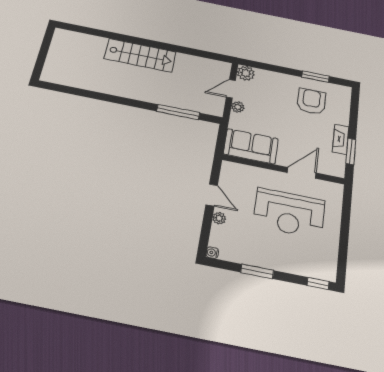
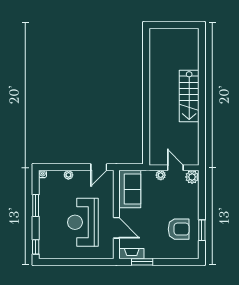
window: (178, 112) -> (146, 133), removed
fireplace: (341, 139) -> (132, 254), moved
door: (212, 195) -> (99, 167), moved

